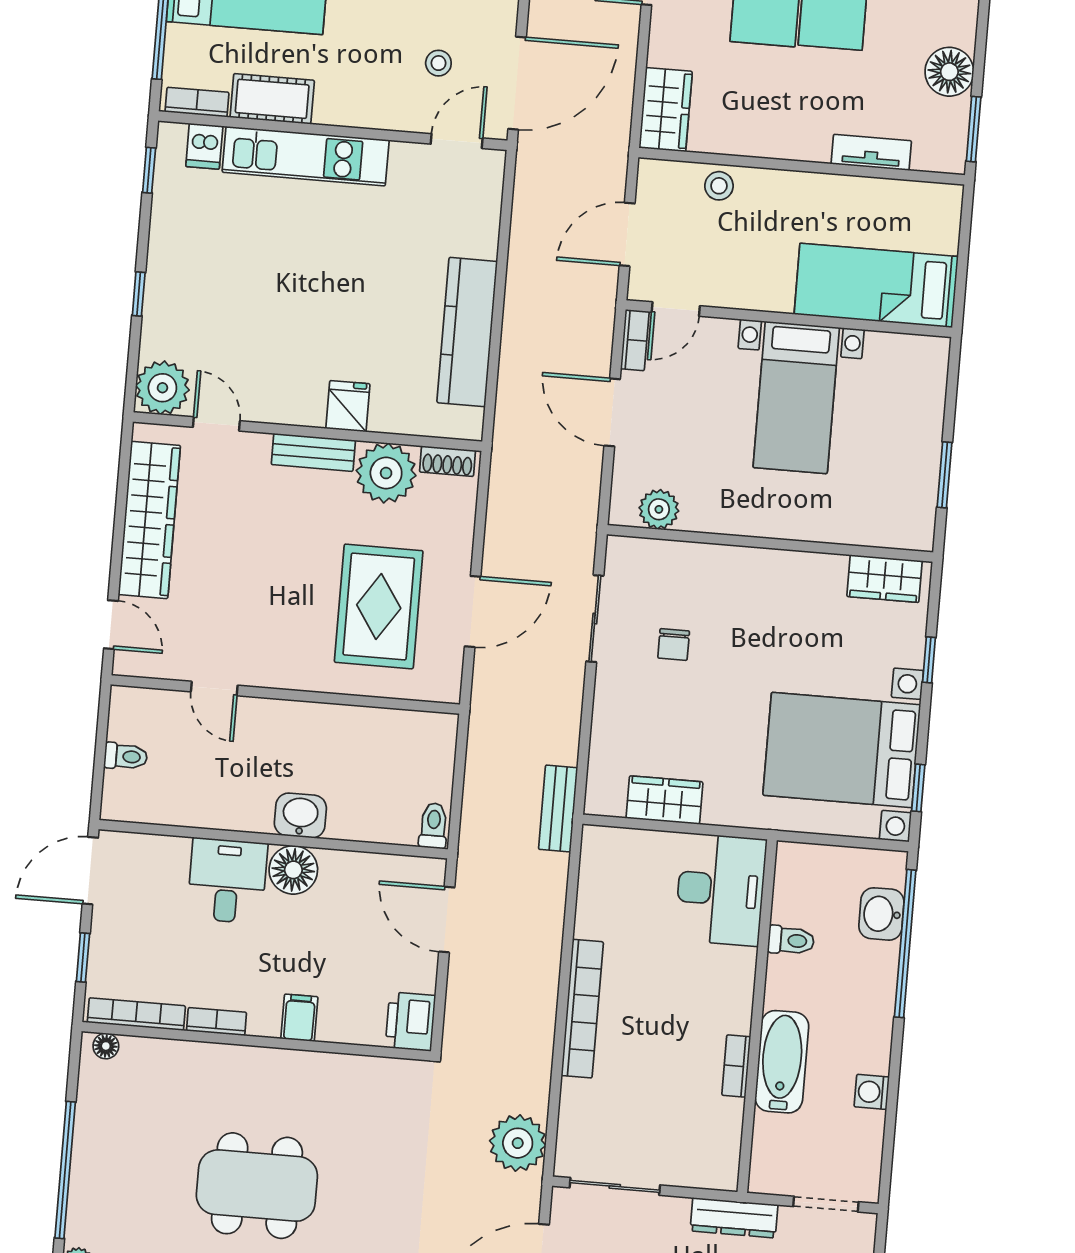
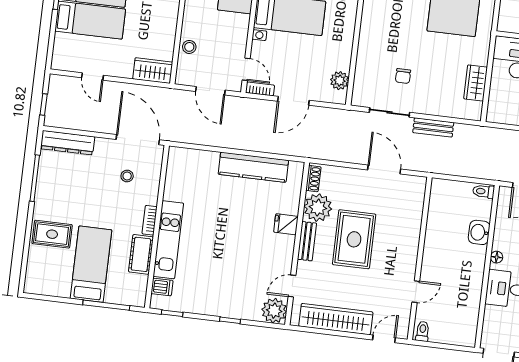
bookcase: (197, 102) -> (150, 220), moved
door: (457, 141) -> (164, 169), removed
rug: (379, 606) -> (354, 239), moved, turned 90
chair: (674, 645) -> (403, 76), turned 90
toilet: (126, 756) -> (423, 331), moved
bench: (558, 808) -> (433, 127), moved
washbasin: (300, 815) -> (479, 232), moved
floor lamp: (293, 870) -> (497, 257), width x0.53, depth x0.53

